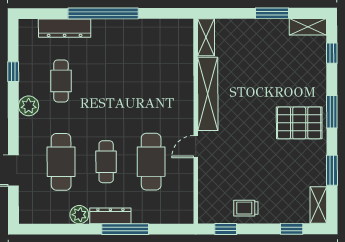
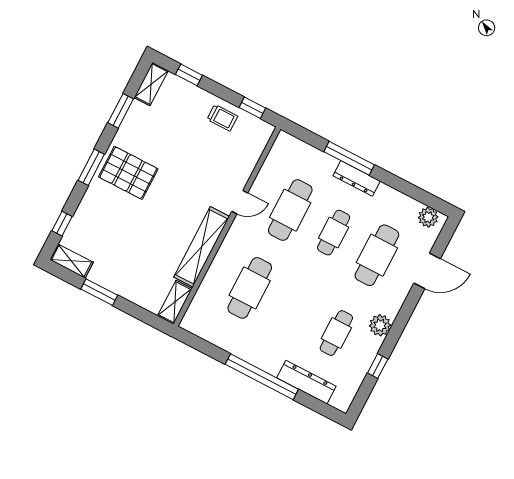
cafe table: (151, 81) -> (250, 288), added
plant: (79, 215) -> (428, 217), moved

